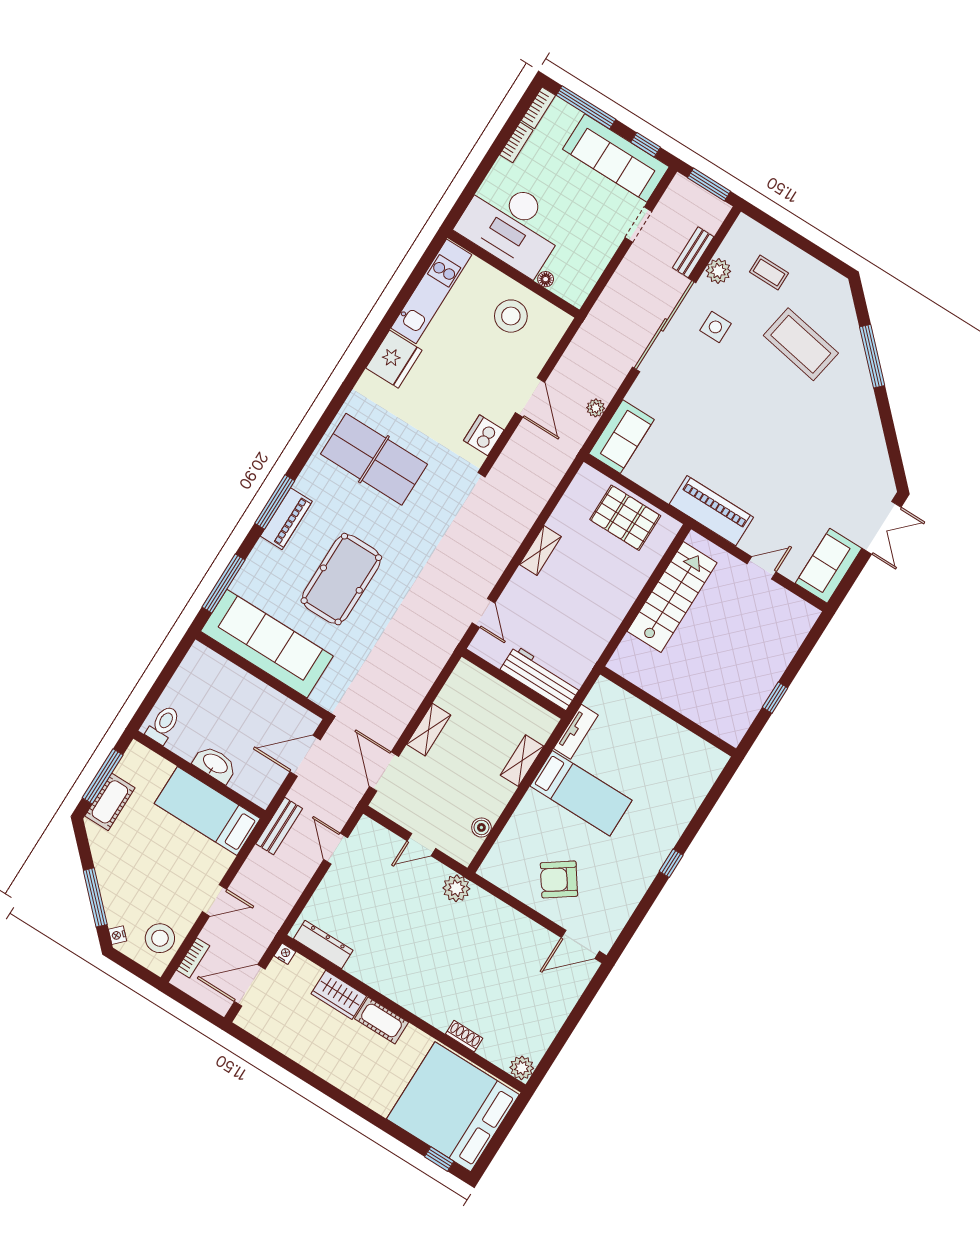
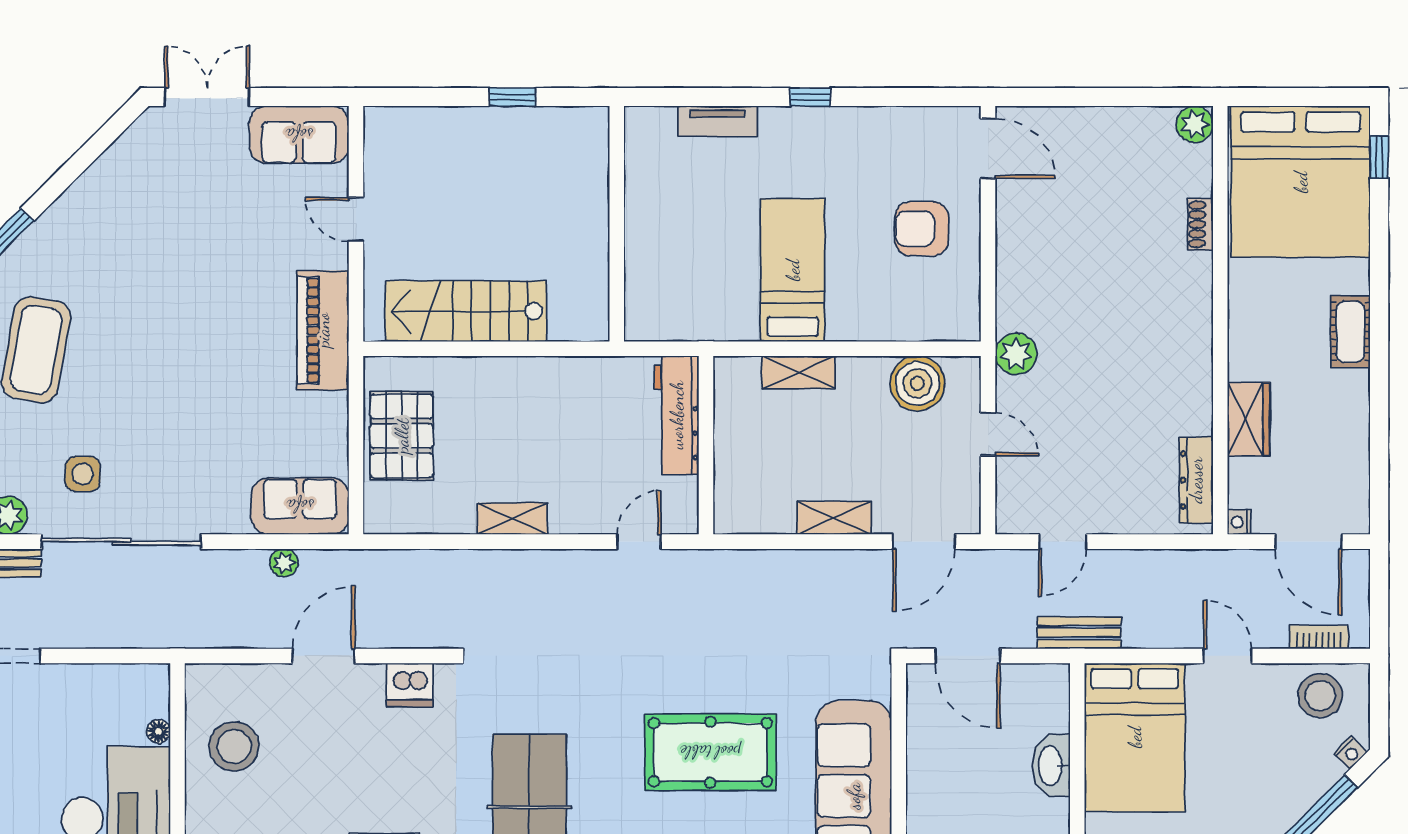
tv unit: (576, 732) -> (717, 121), moved, turned 180
bed: (207, 811) -> (1135, 737), width x1.50
boiler: (481, 827) -> (917, 383), width x1.86, depth x1.86
armchair: (559, 879) -> (922, 229), turned 125
cot: (382, 1020) -> (1350, 332), moved

